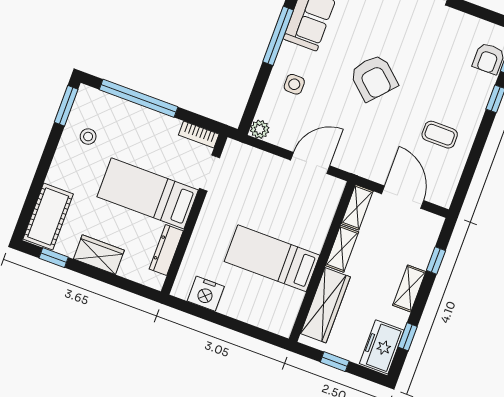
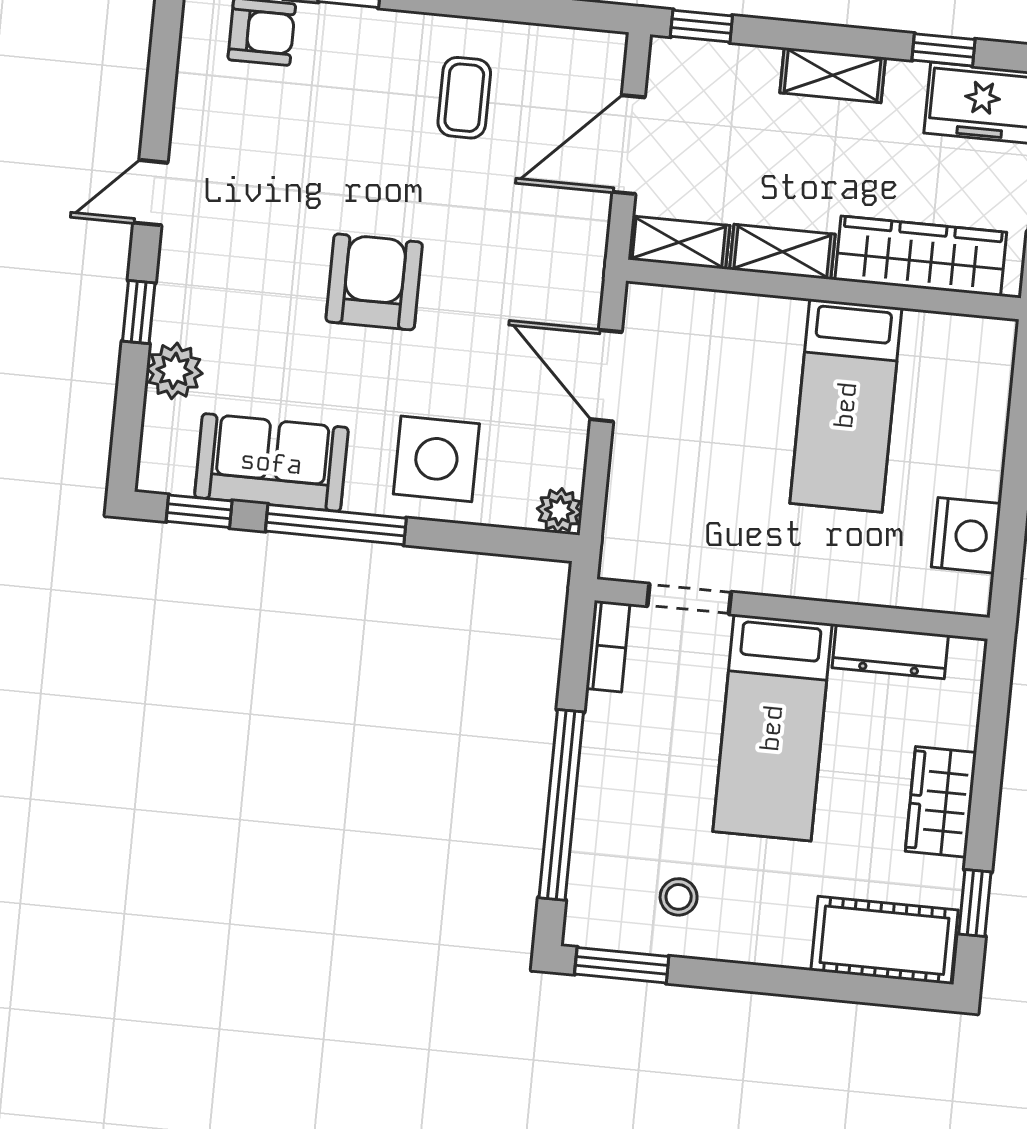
armchair: (374, 78) -> (374, 282), turned -42
side table: (294, 84) -> (436, 459), width x1.87, depth x1.87
window: (436, 260) -> (701, 26), moved

